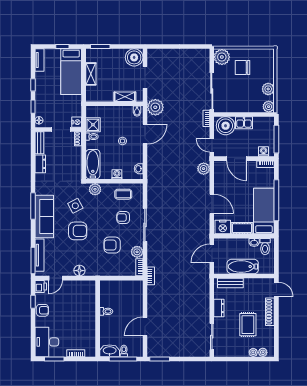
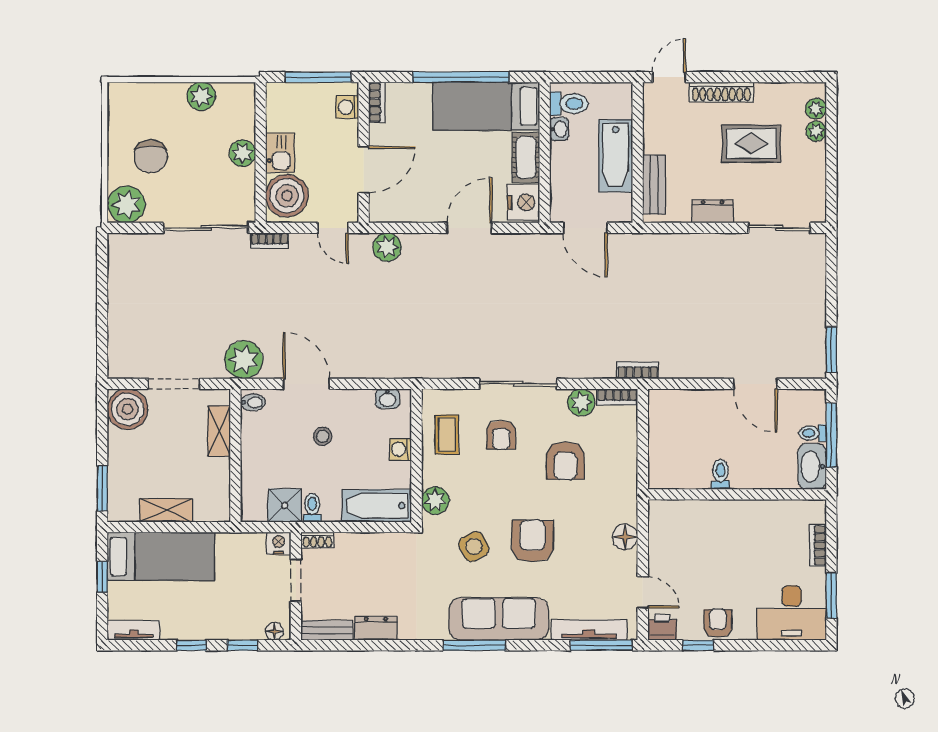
plant: (269, 107) -> (242, 153), moved
door: (212, 145) -> (333, 228), hinge flipped

